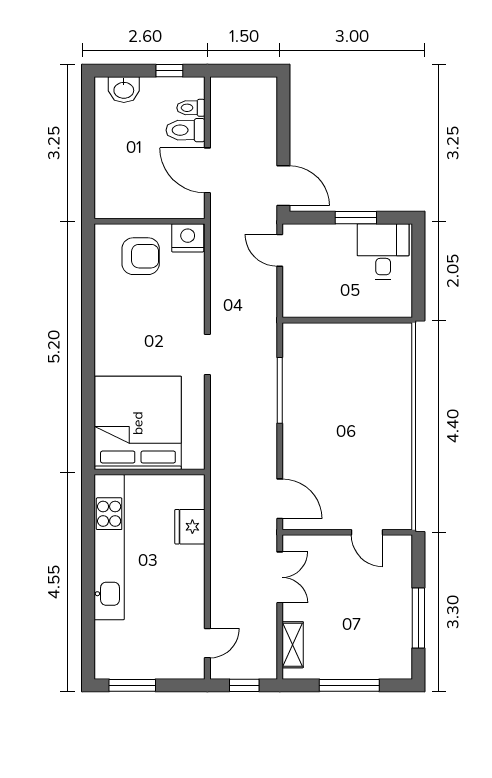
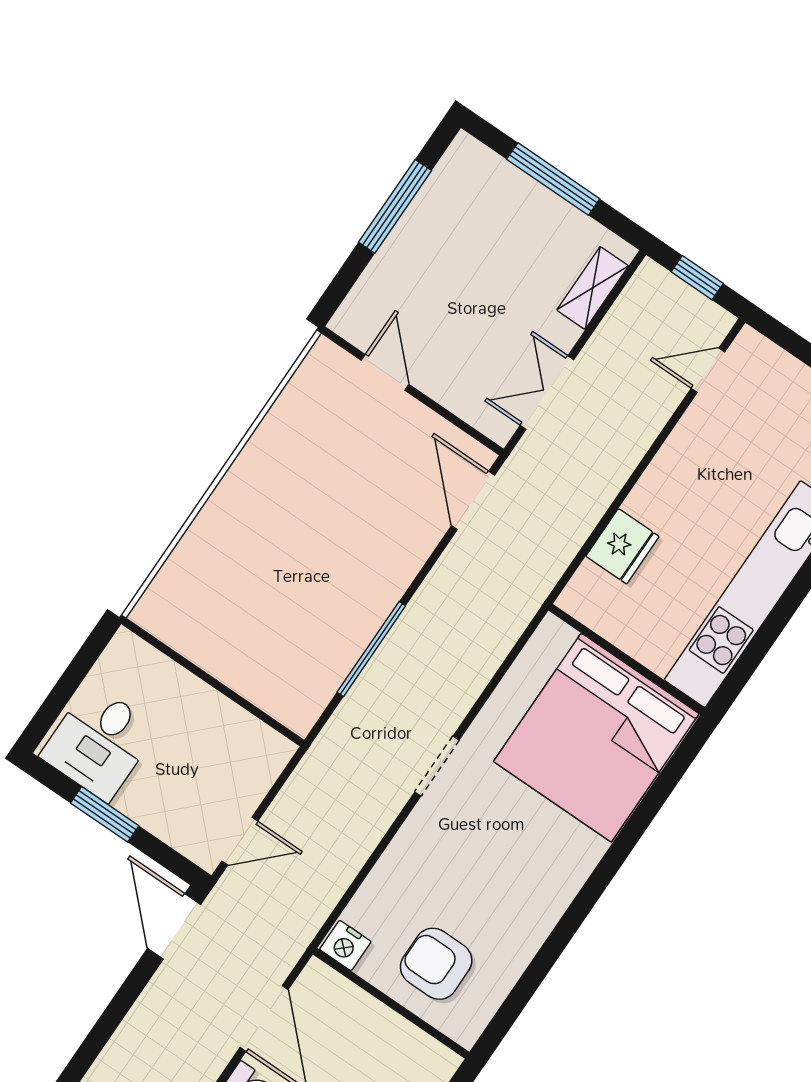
nightstand: (188, 238) -> (345, 945), width x0.74, depth x0.75
door: (280, 250) -> (240, 841), hinge flipped

